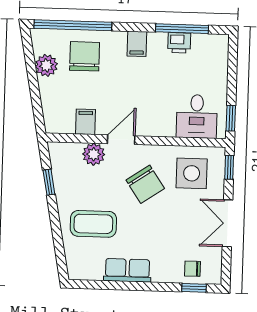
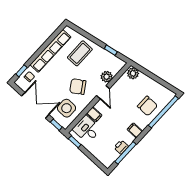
plant: (46, 65) -> (133, 73), moved
filing cabinet: (85, 122) -> (94, 114), moved
double door: (227, 223) -> (35, 105), width x1.37
row of seats: (127, 270) -> (51, 51), width x2.02

